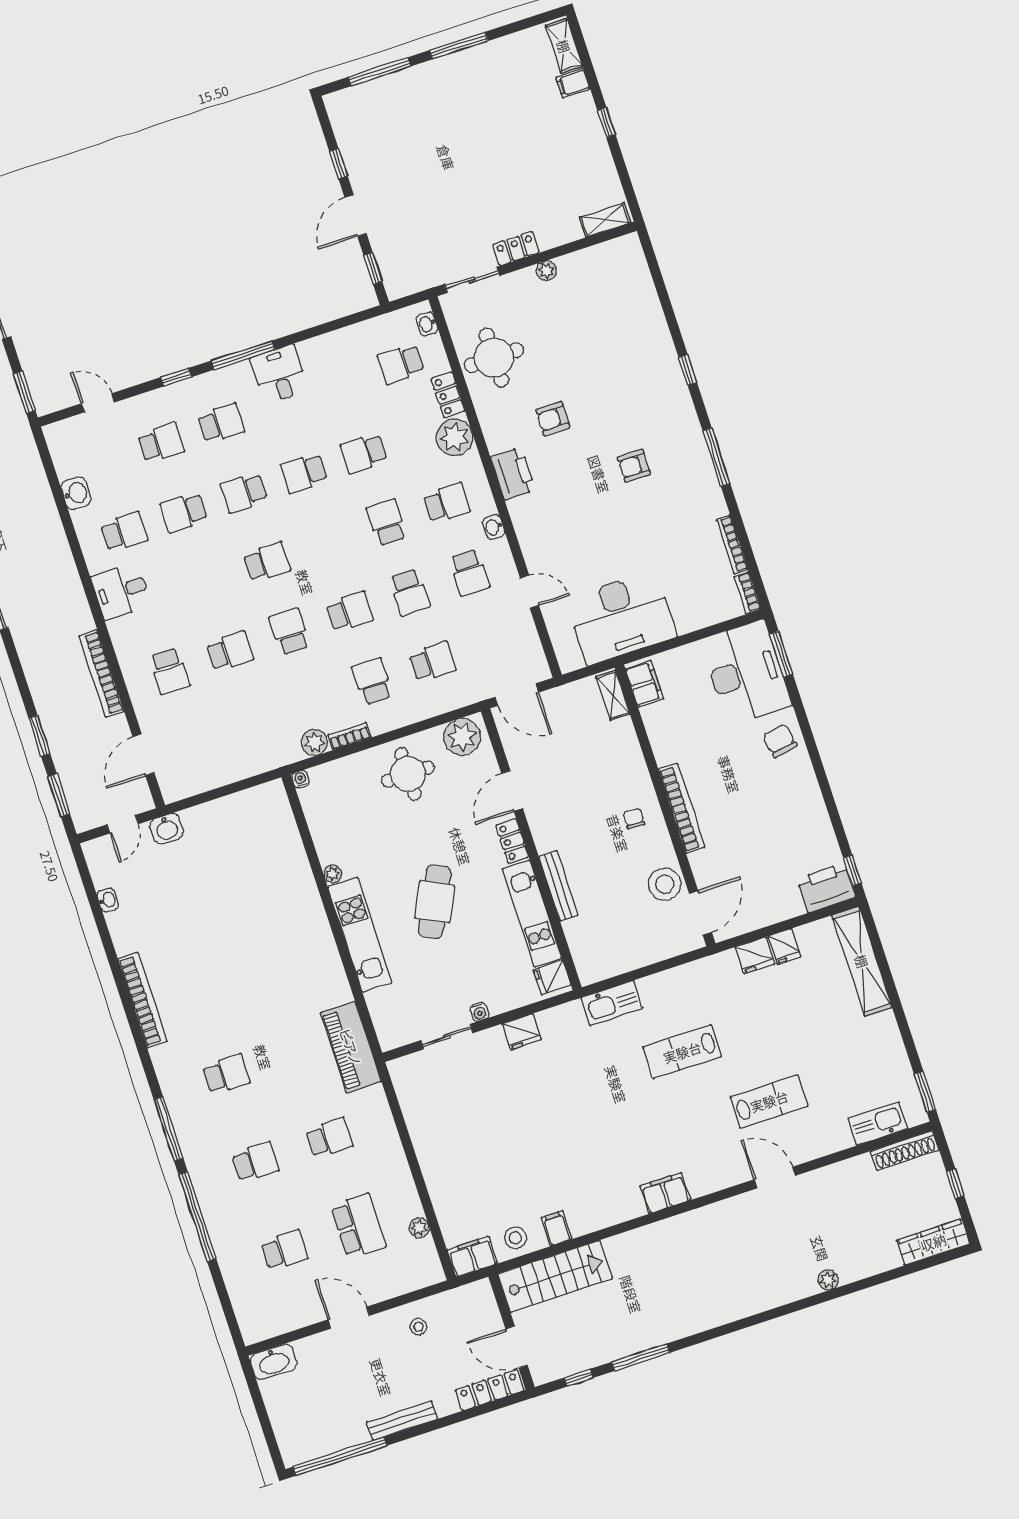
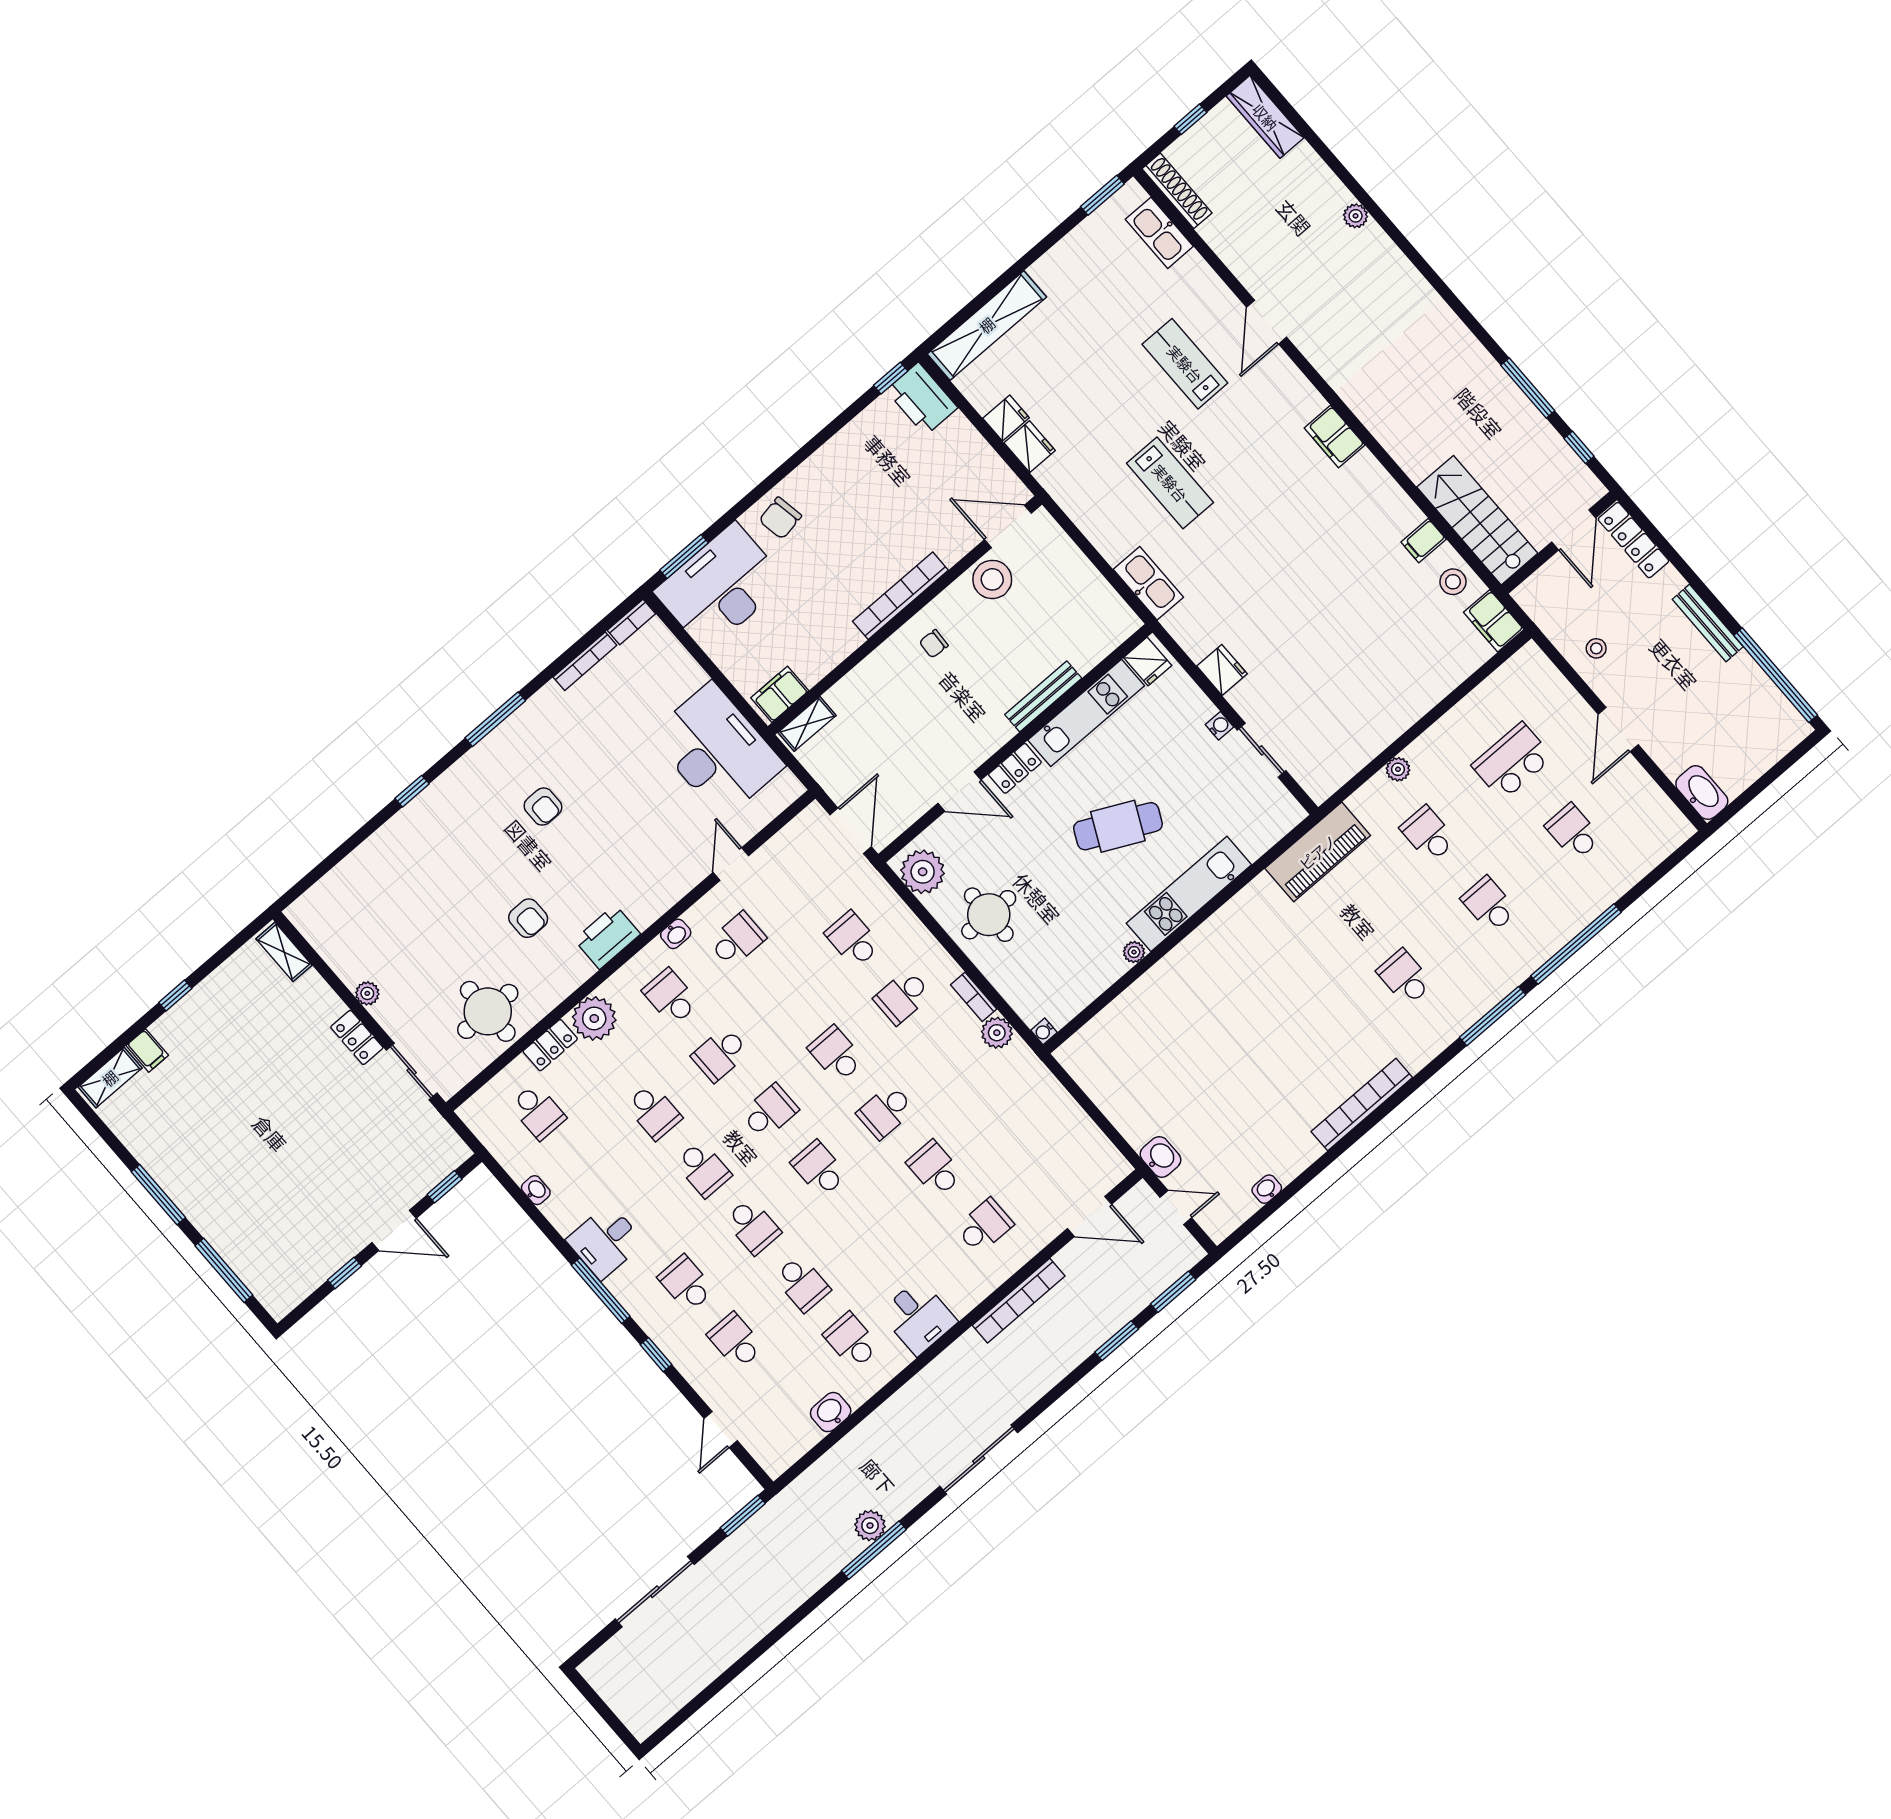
washbasin: (427, 324) -> (536, 1190), moved, turned -90
school desk: (409, 592) -> (770, 1112), moved
plant: (419, 1228) -> (1398, 769), moved

